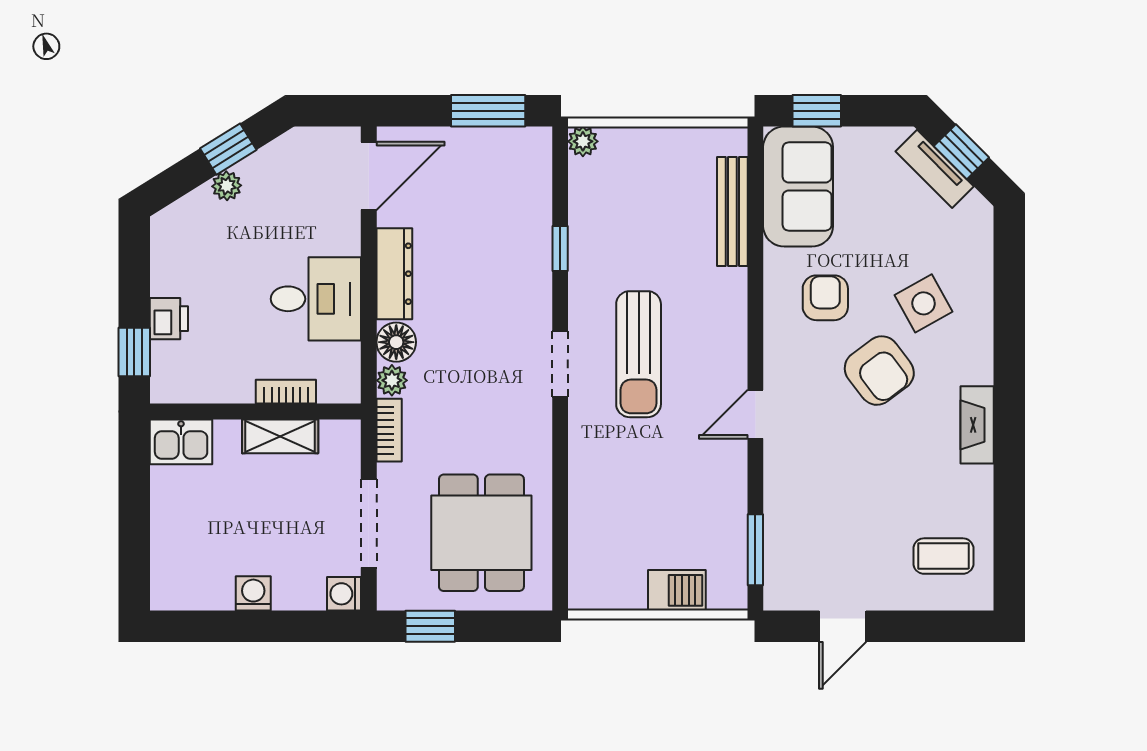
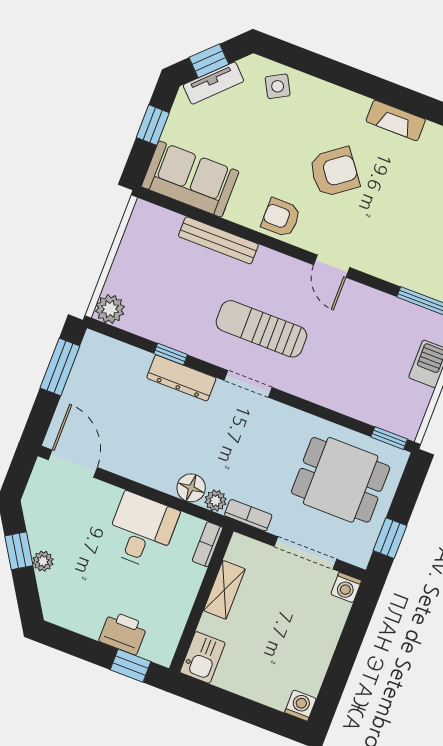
window: (817, 111) -> (153, 125), moved
plant: (583, 141) -> (110, 309), width x1.38, depth x1.38
bench: (732, 212) -> (218, 240), moved
dresser: (394, 274) -> (181, 378), moved, turned 180
armchair: (825, 298) -> (281, 218), moved
side table: (924, 303) -> (278, 86), moved, width x0.73, depth x0.73
printer: (169, 319) -> (123, 633), width x1.36, depth x1.24
sun lounger: (639, 354) -> (261, 329), turned 180
bookcase: (286, 392) -> (208, 544), moved
window: (560, 575) -> (389, 438), added
washing machine: (253, 593) -> (300, 706), moved, turned 90

